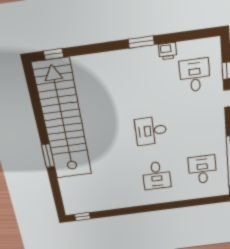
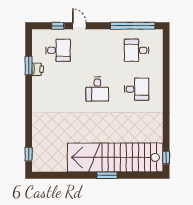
window: (141, 42) -> (29, 66), moved
desk: (195, 75) -> (58, 50), turned 180
stairs: (63, 121) -> (115, 157), moved

